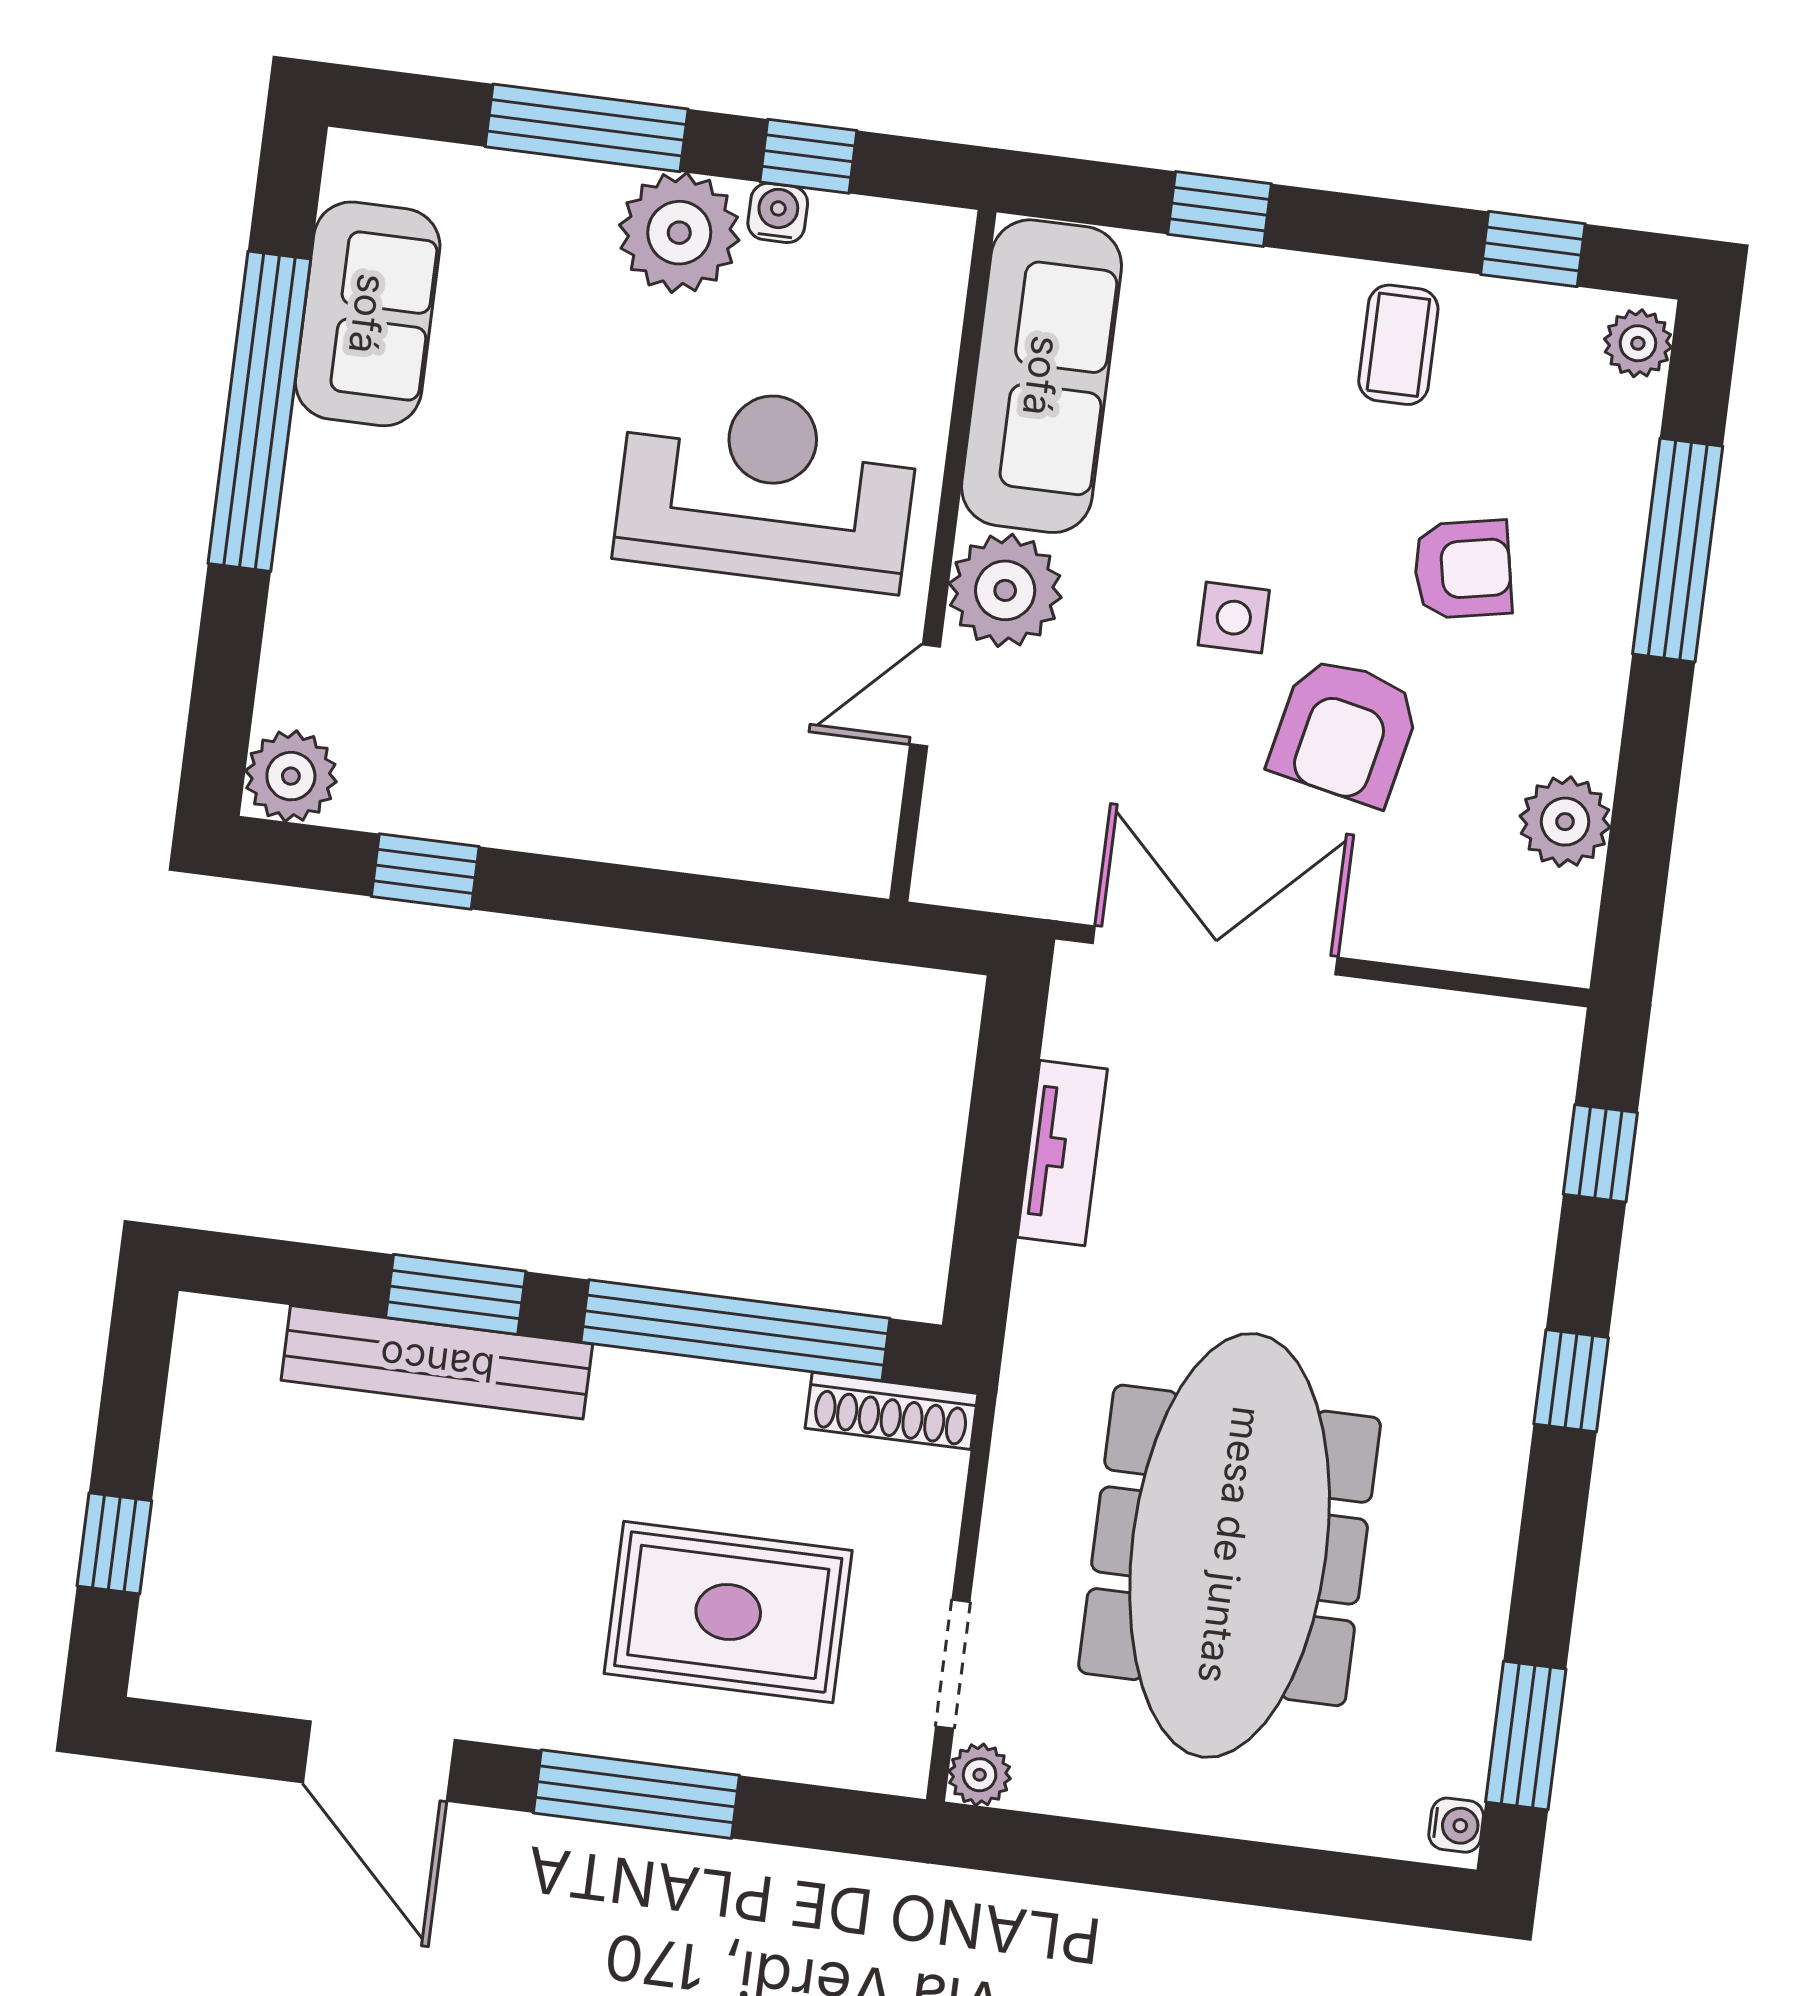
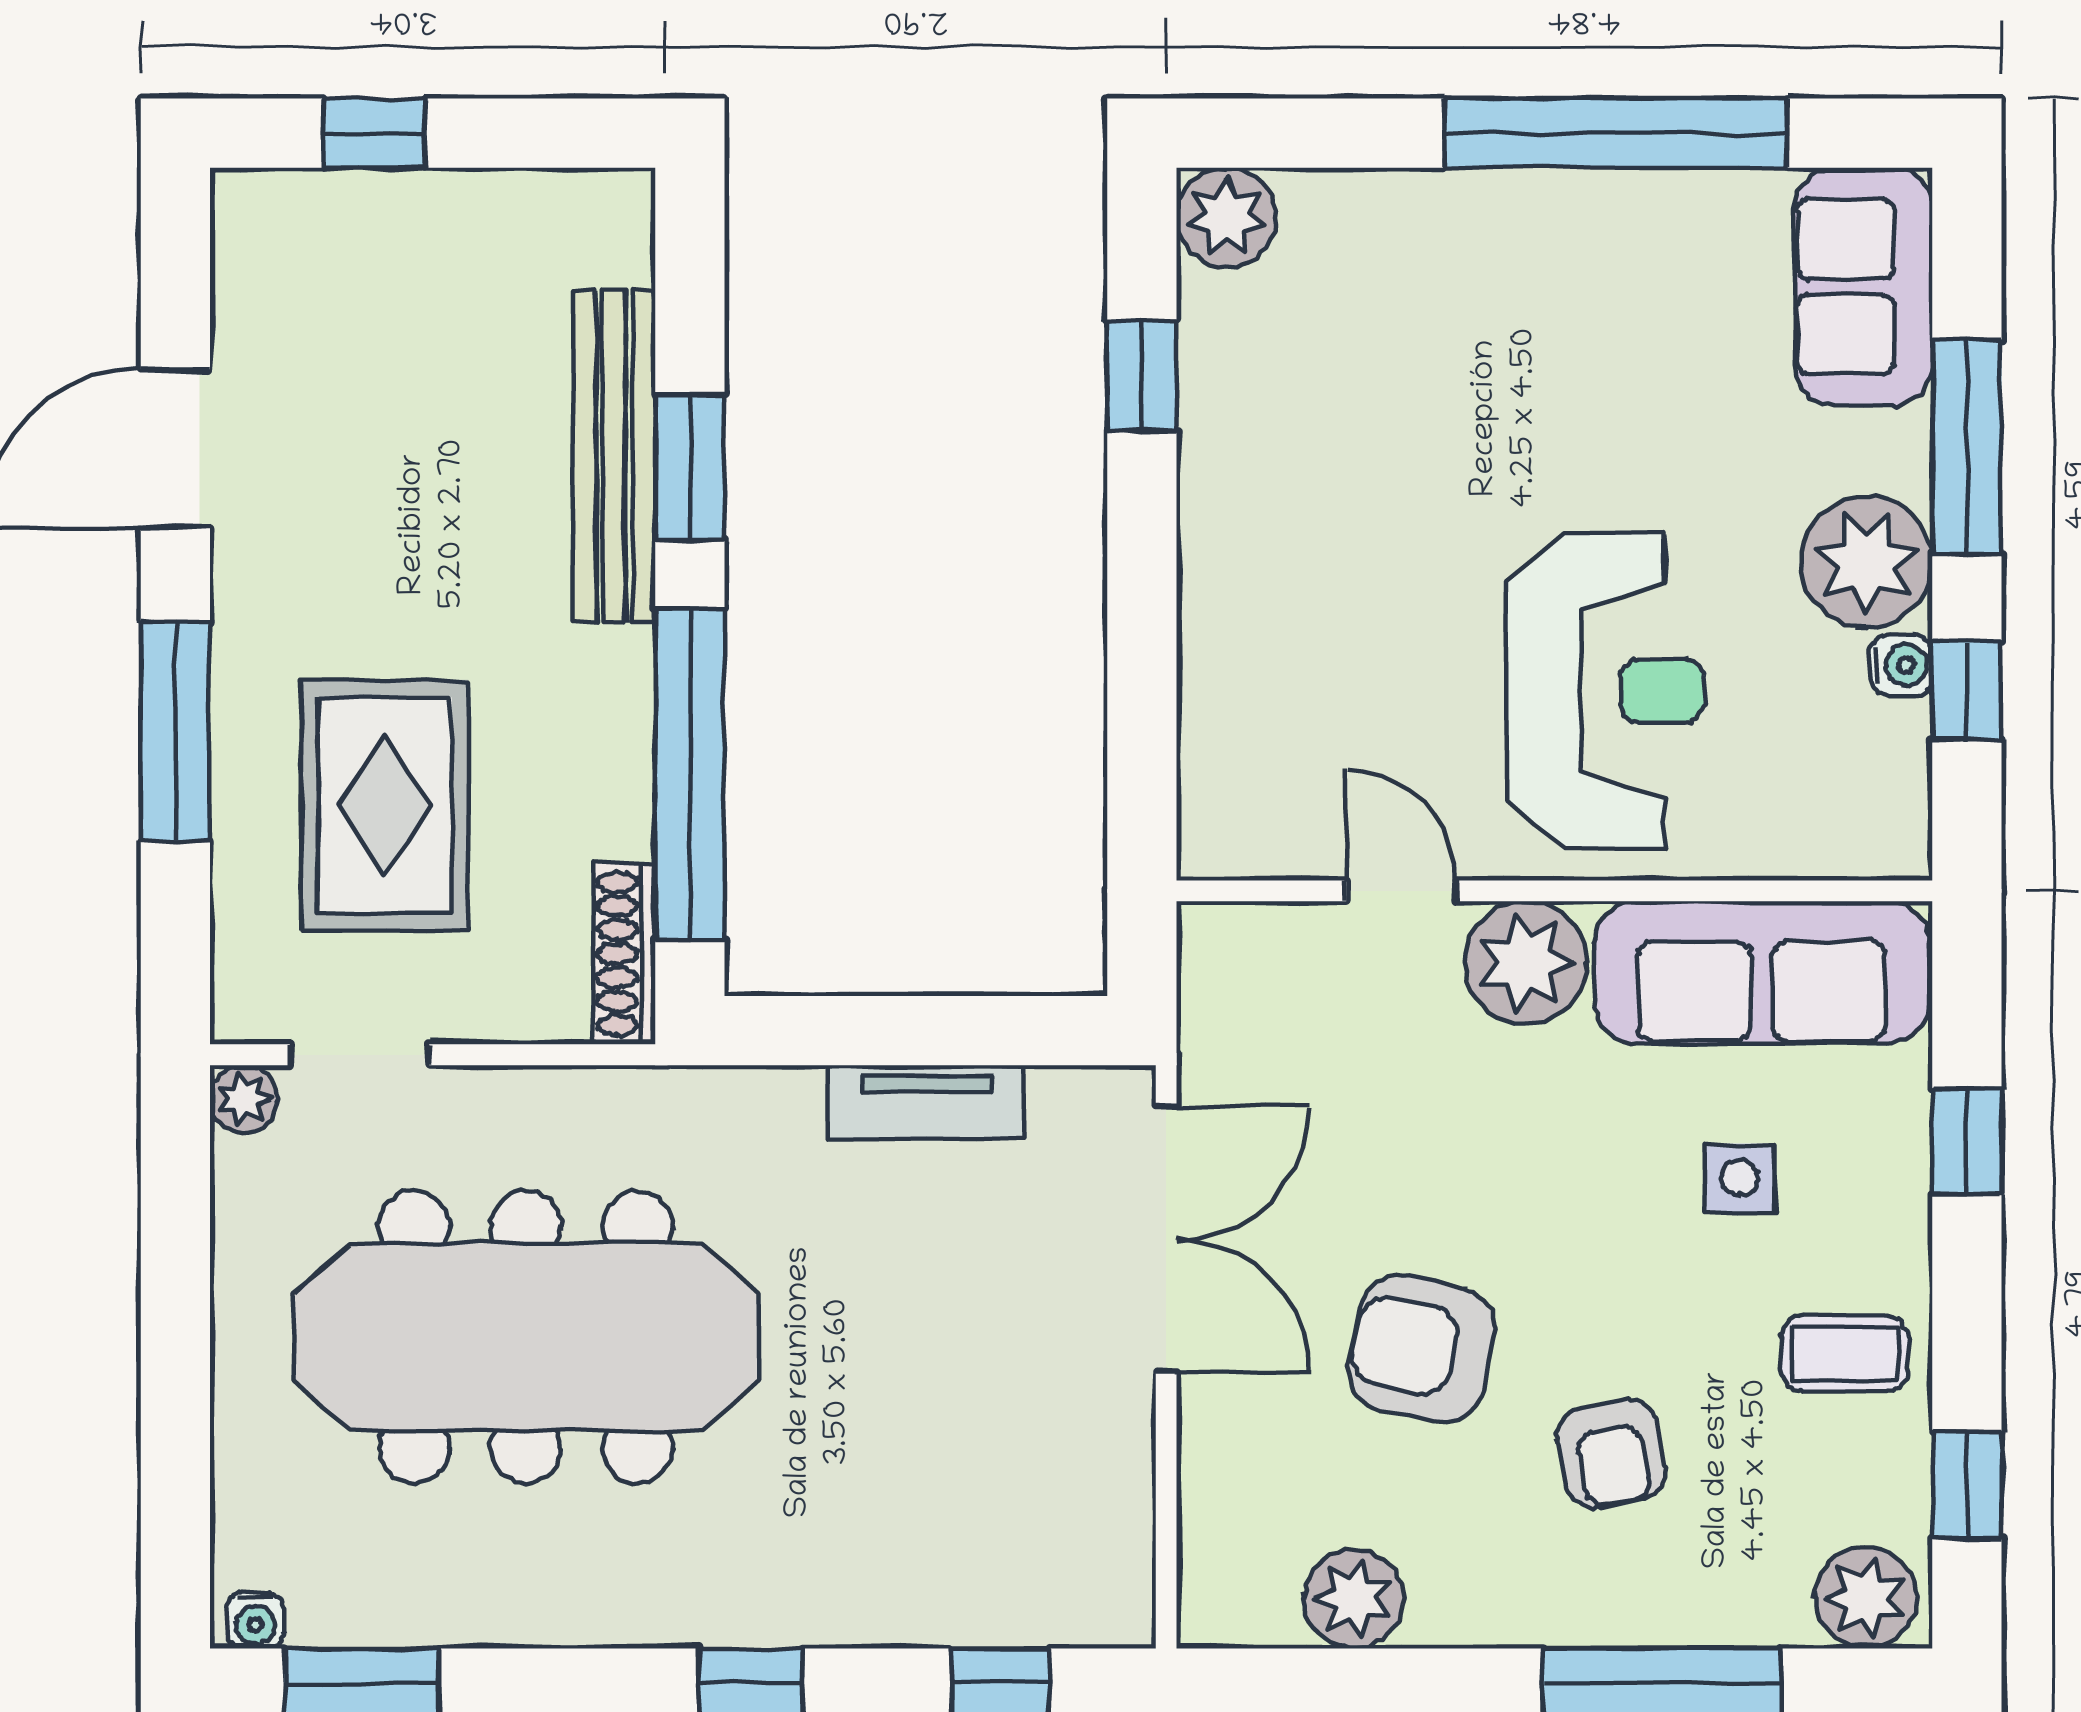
sofa: (368, 314) -> (1864, 287), moved, turned 90
plant: (1638, 343) -> (1866, 1598), width x1.38, depth x1.38
side table: (1234, 618) -> (1740, 1178), moved

